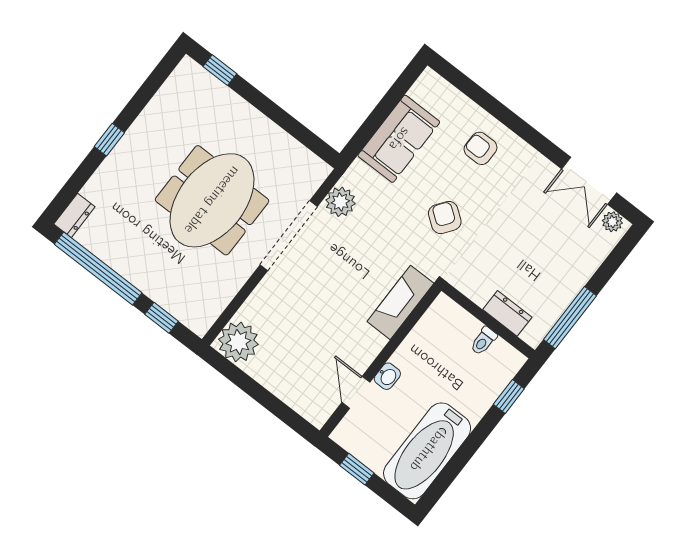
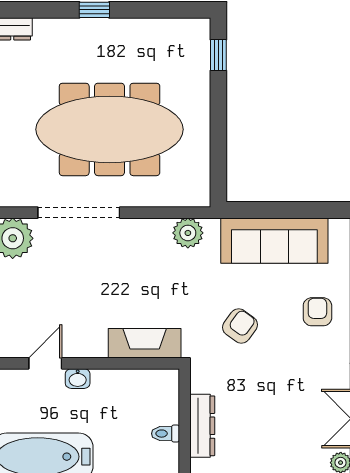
sofa: (399, 139) -> (274, 241), width x1.36
meeting table: (212, 200) -> (110, 129), width x1.36
doorway: (289, 236) -> (79, 213), moved
dresser: (507, 313) -> (202, 426), width x1.44

